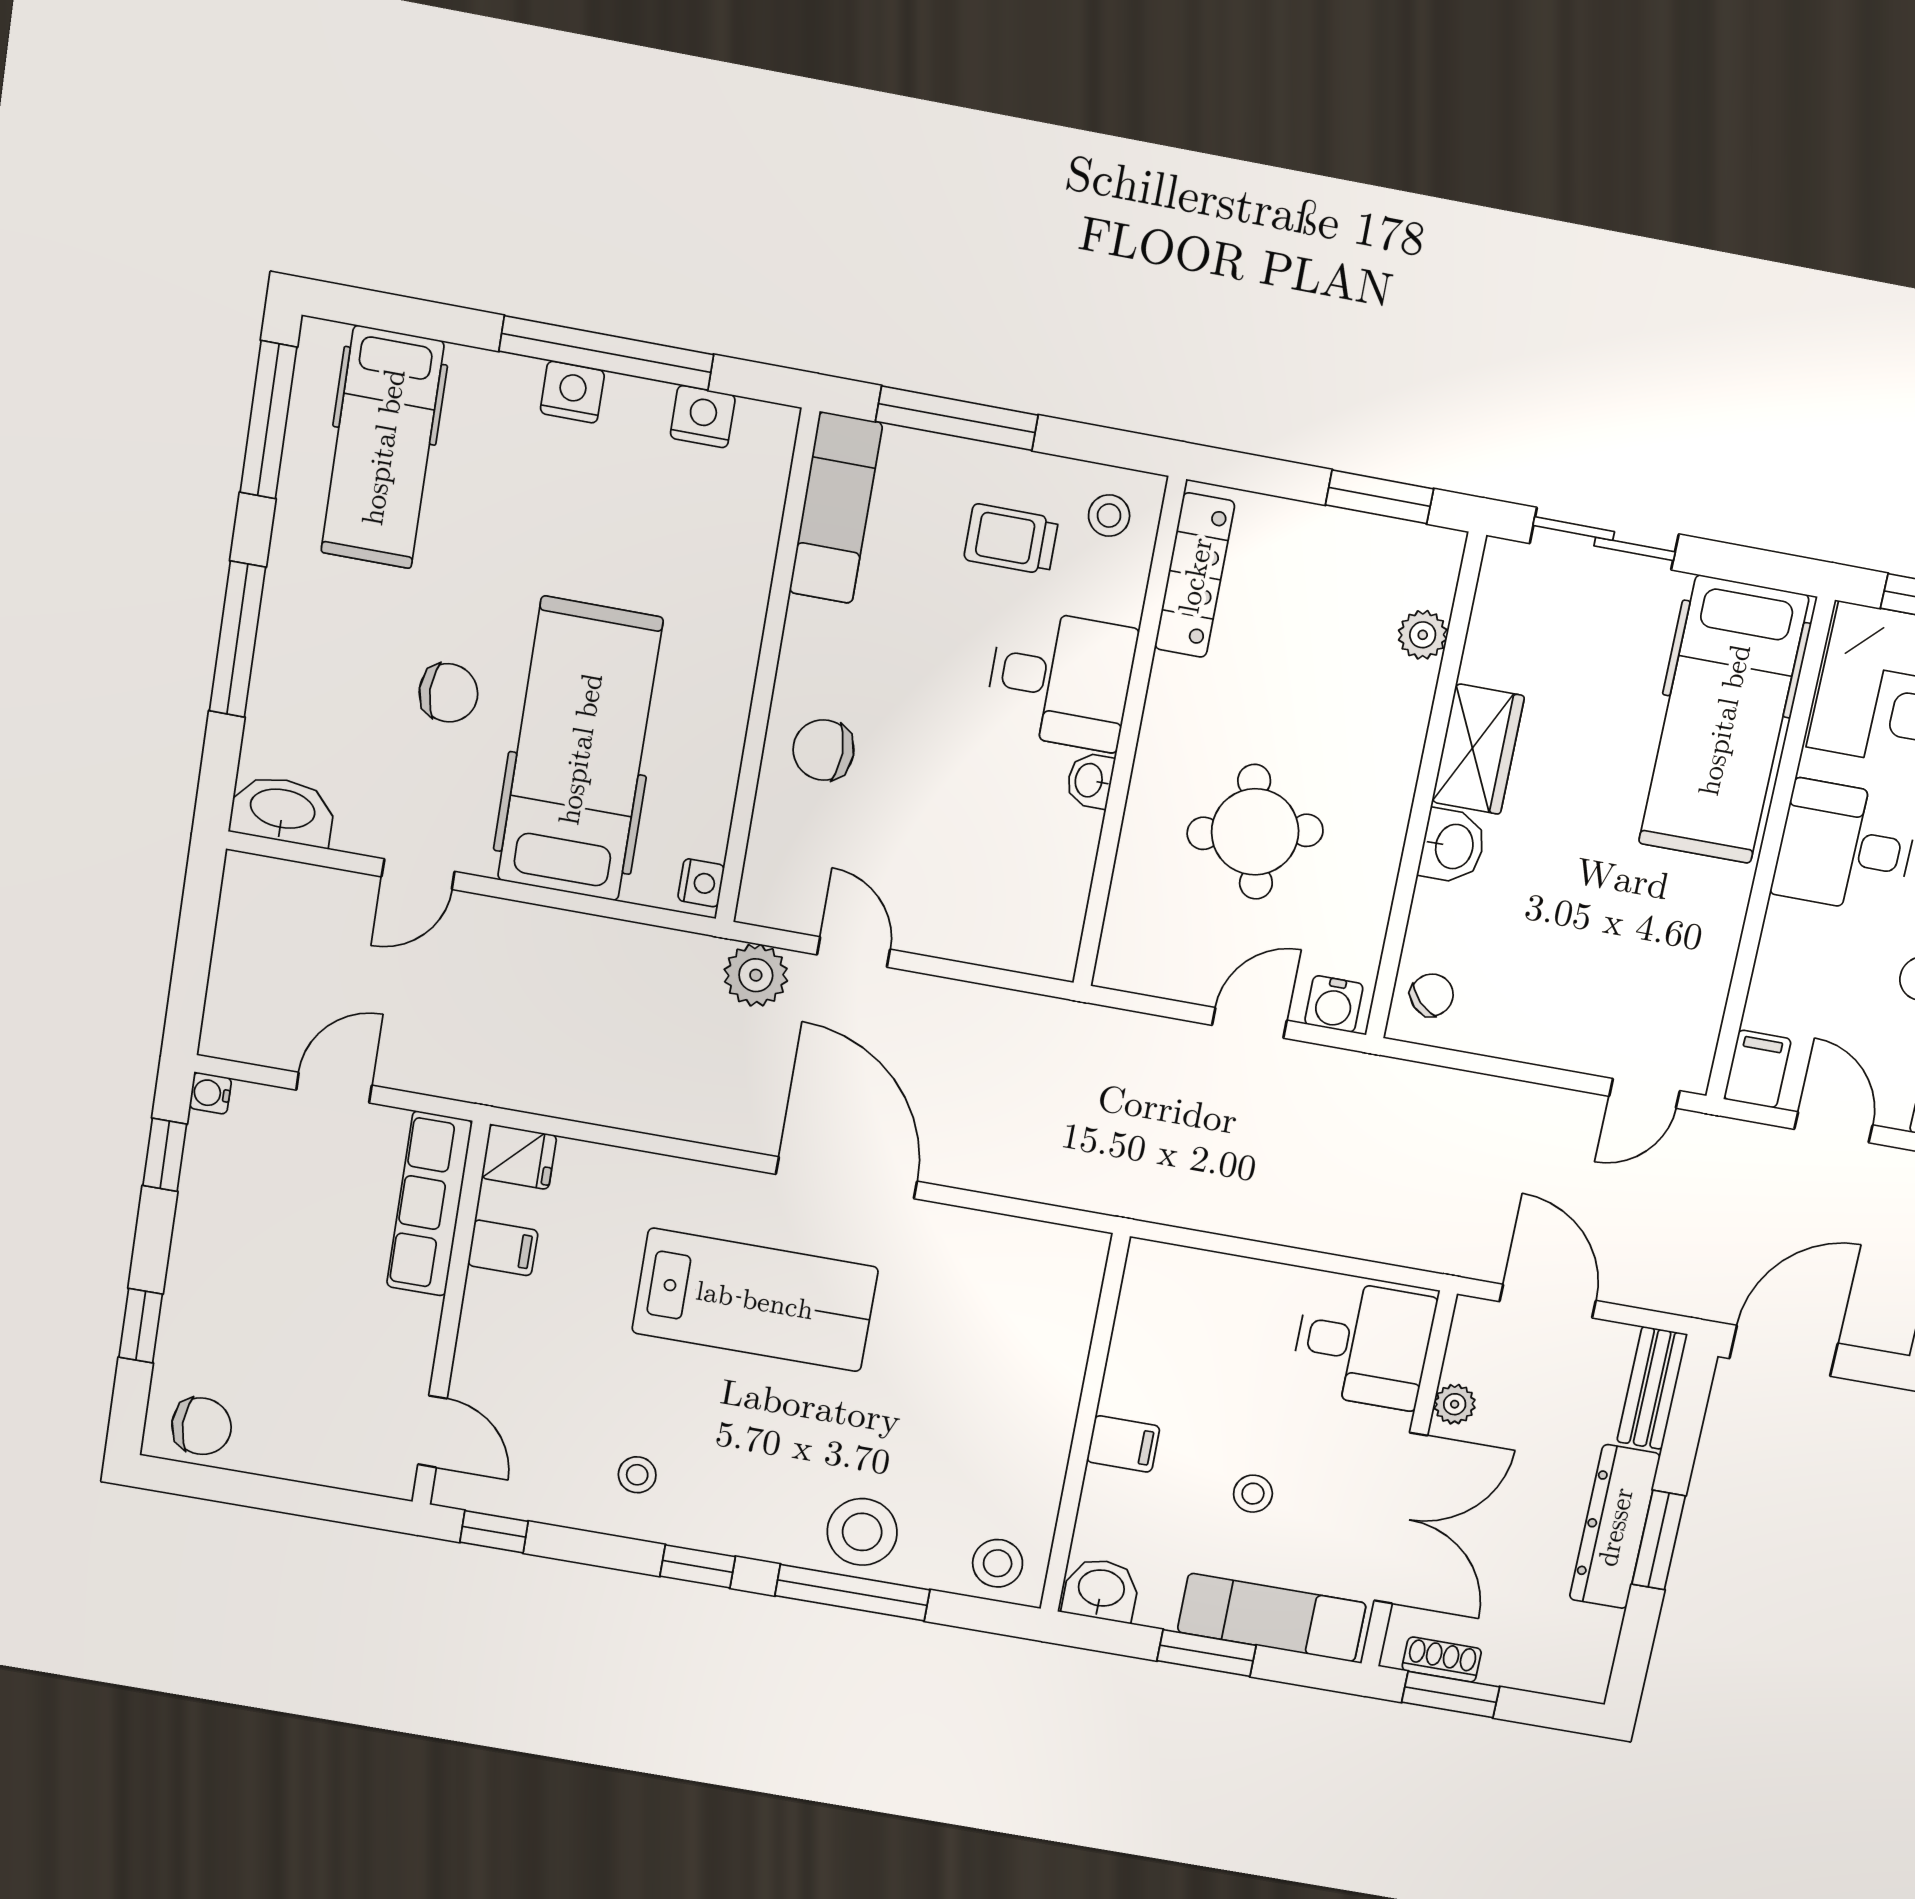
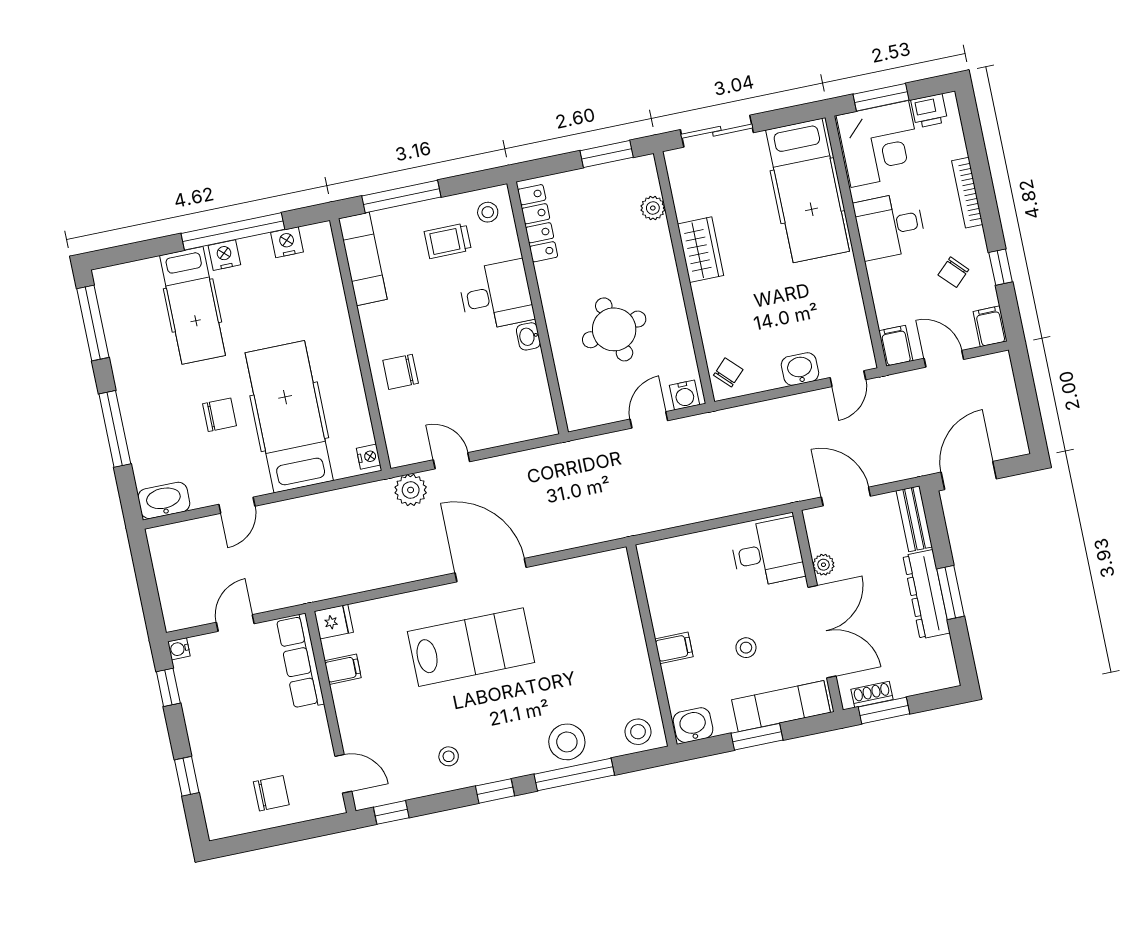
hospital bed: (383, 447) -> (192, 305), moved
washbasin: (1453, 846) -> (800, 369), moved, turned -90
chair: (201, 1426) -> (271, 793), moved

